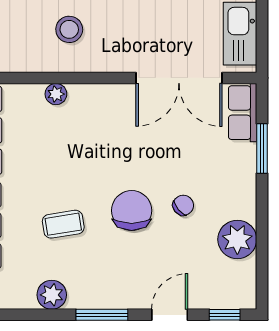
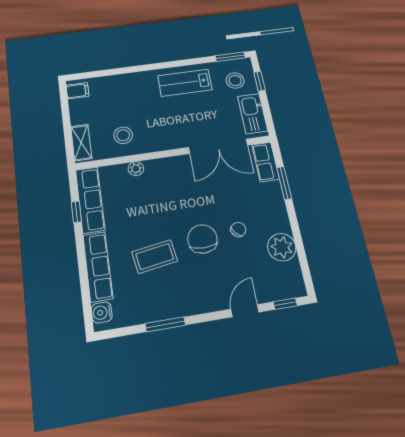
stool: (69, 29) -> (123, 135), moved
coffee table: (63, 224) -> (155, 257), width x1.36, depth x1.30
plant: (52, 295) -> (154, 310), removed
window: (102, 315) -> (165, 324), moved

